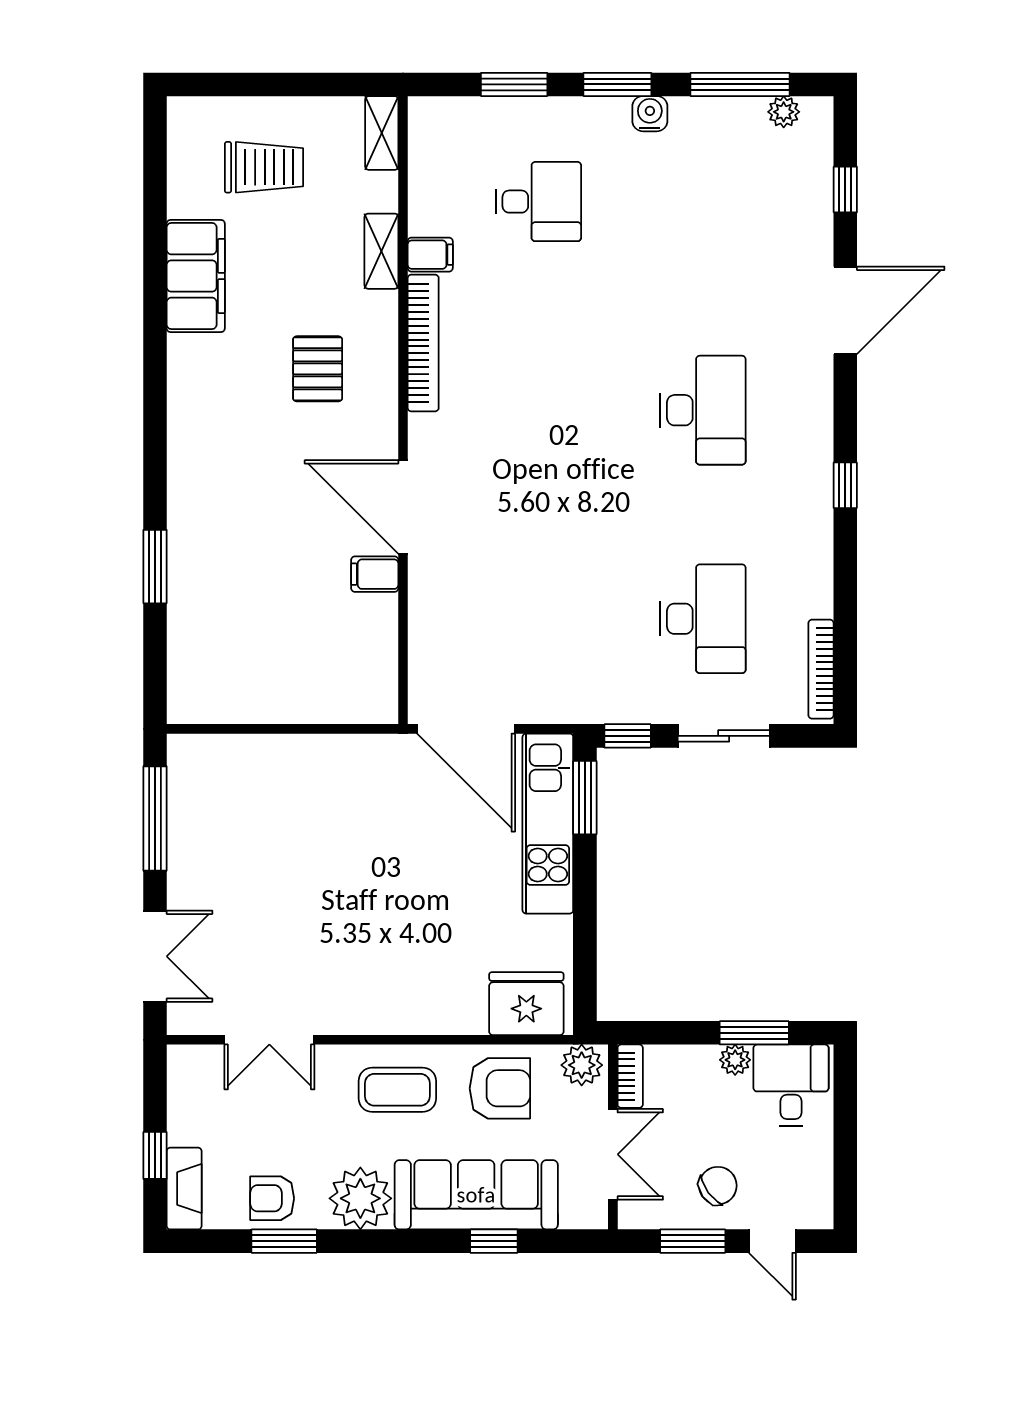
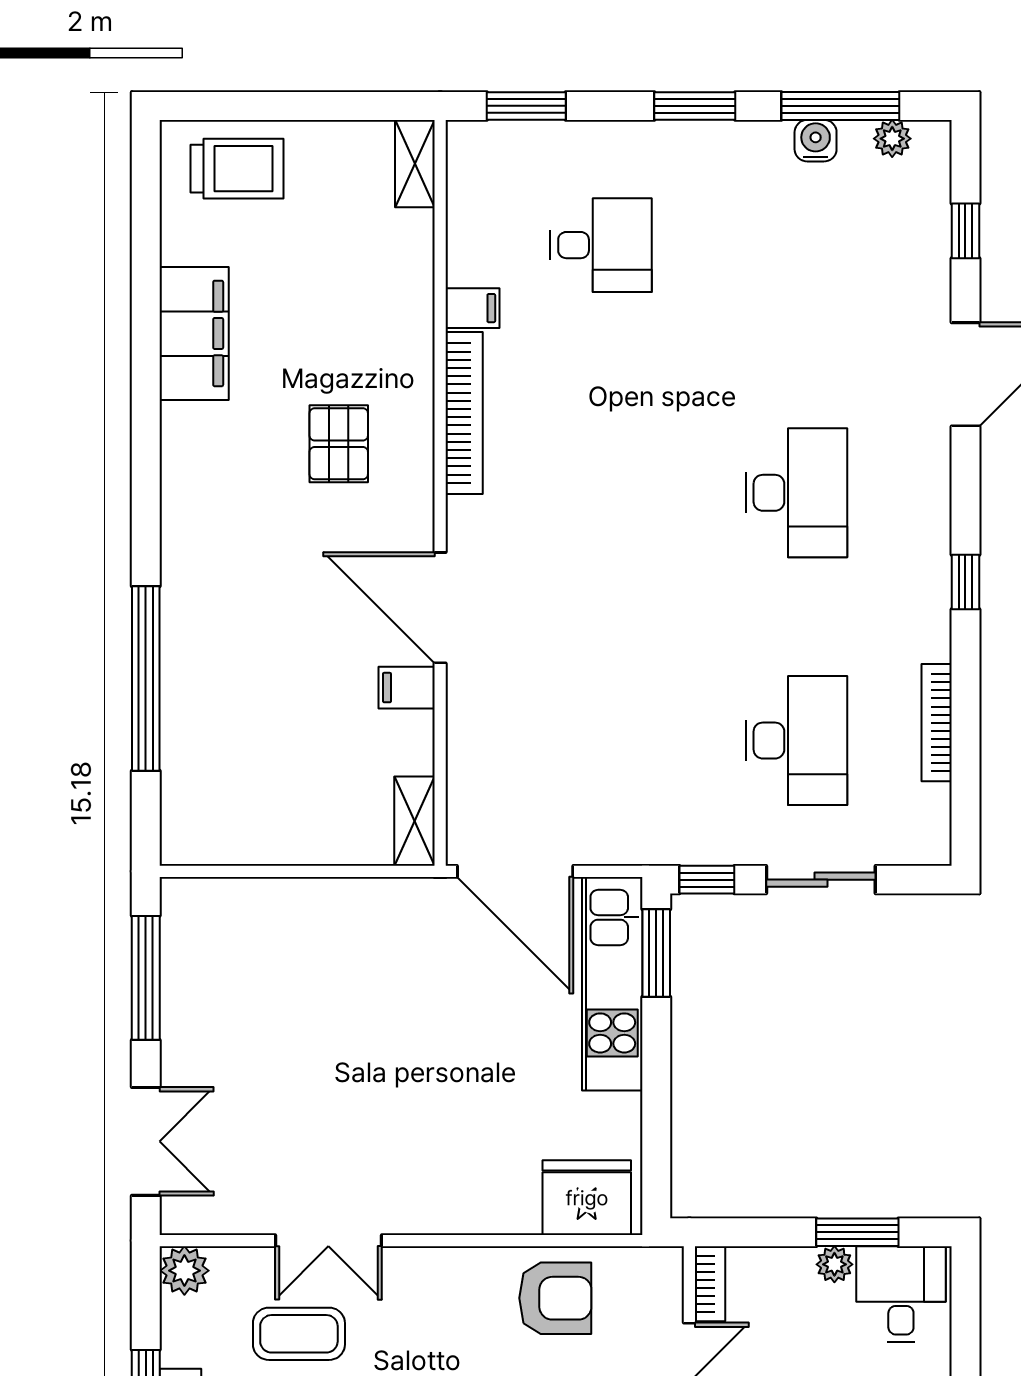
window: (514, 84) -> (526, 106), moved
water cooler: (650, 114) -> (816, 141), moved
trolley: (264, 167) -> (237, 169), moved
shelving: (381, 251) -> (415, 821), moved
window: (155, 567) -> (146, 679), width x2.11
bookcase: (821, 669) -> (937, 723), moved
double door: (269, 1040) -> (328, 1241), moved
plant: (582, 1065) -> (184, 1271), moved
coffee table: (397, 1090) -> (299, 1334), moved

